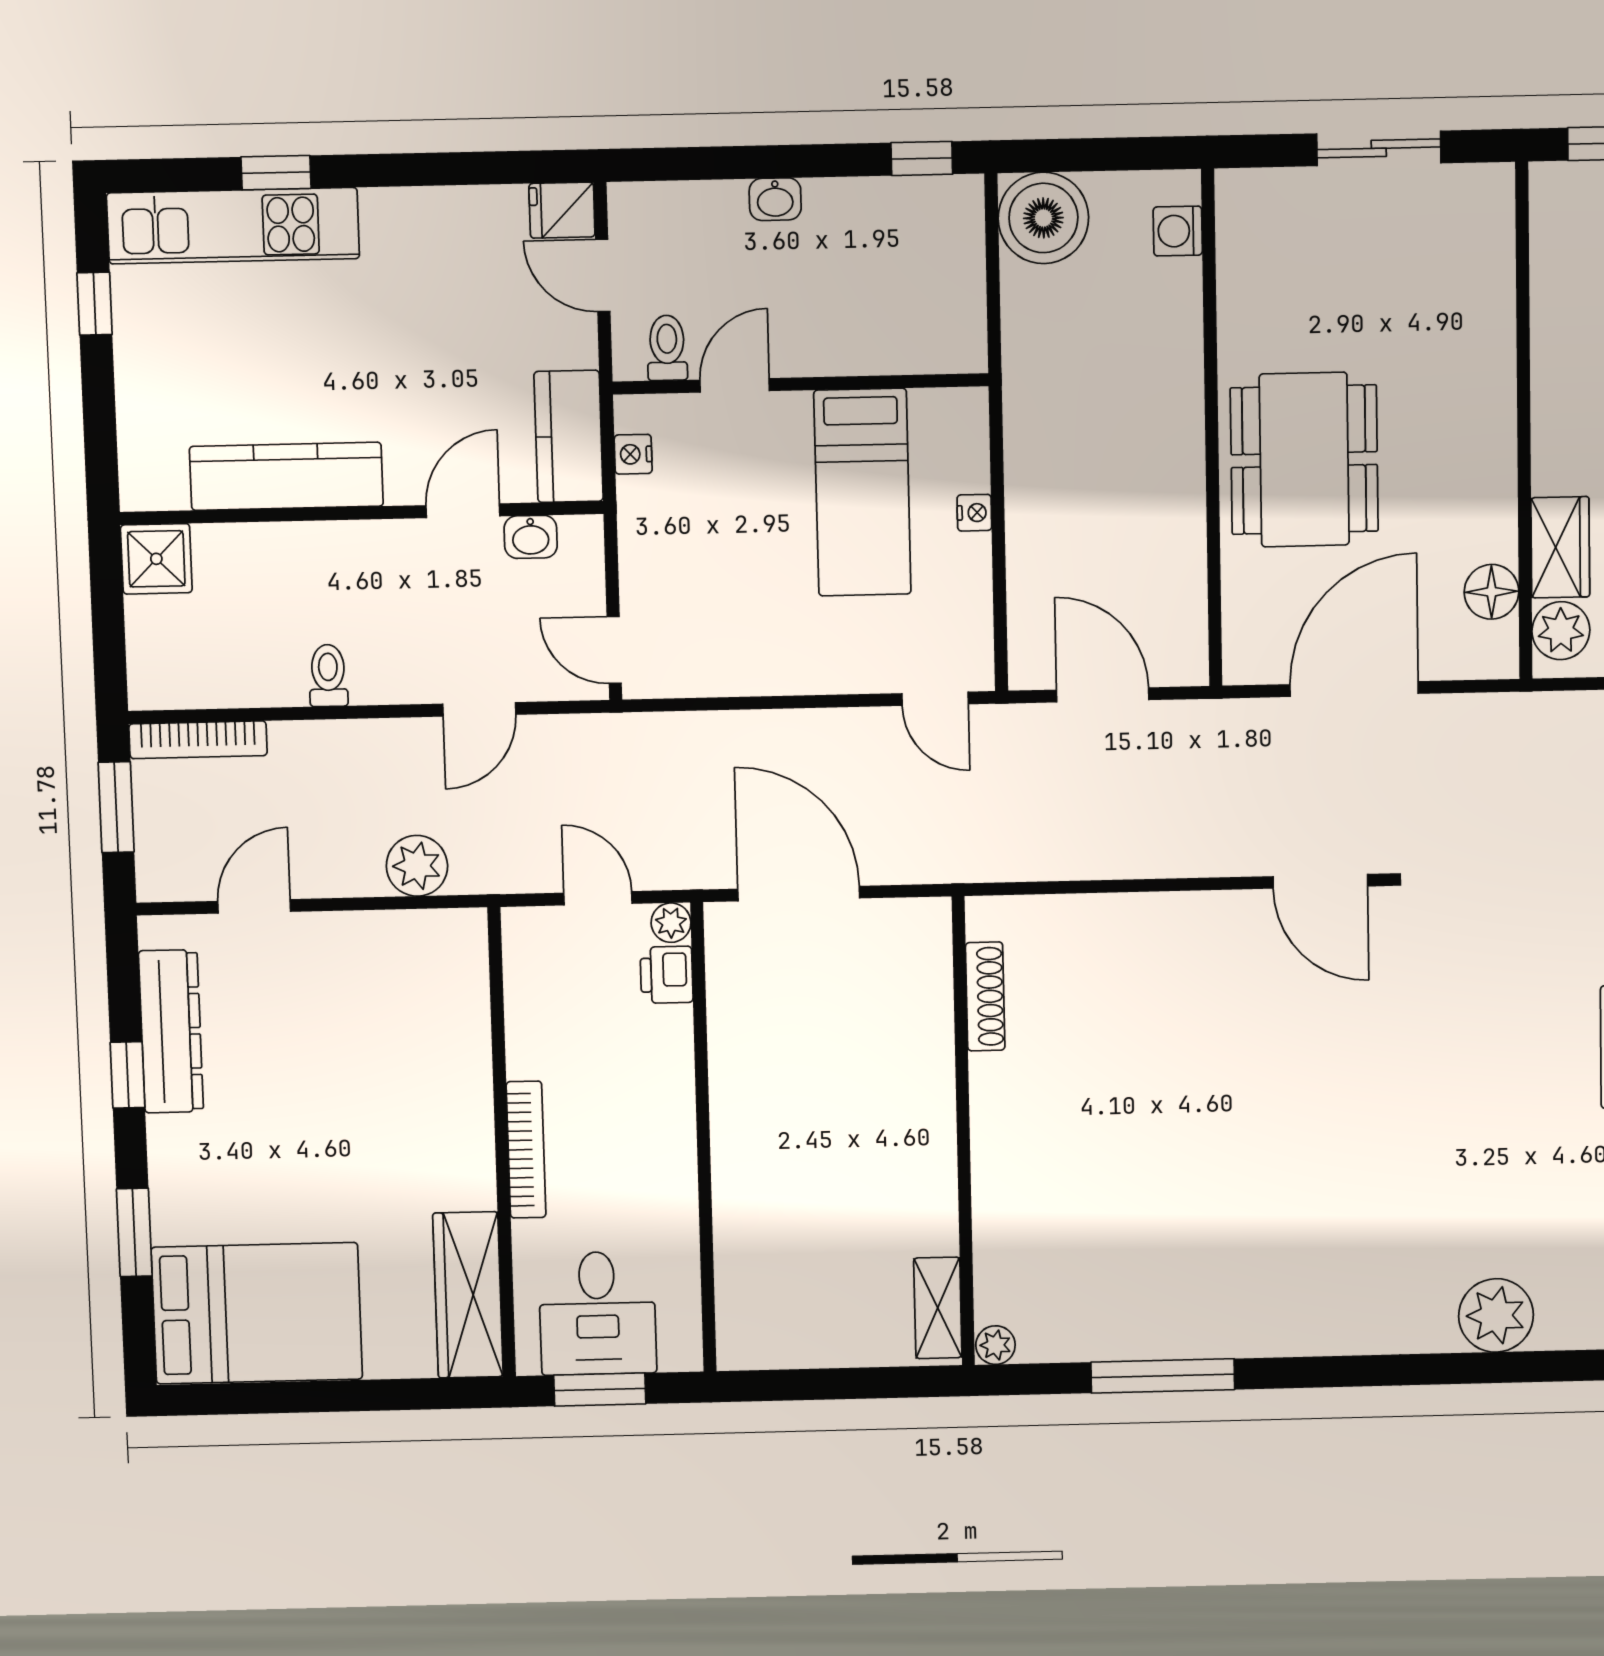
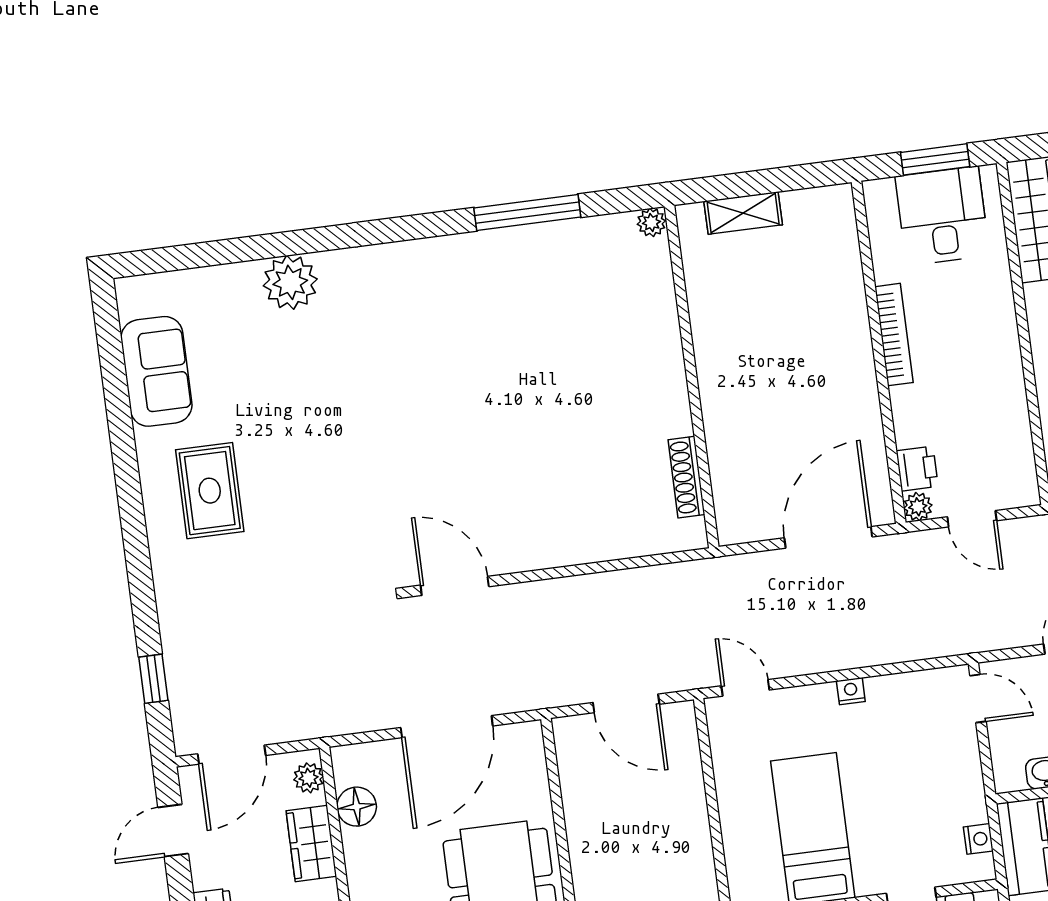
nightstand: (974, 513) -> (851, 691), moved, turned 90
plant: (1561, 631) -> (309, 778), width x0.73, depth x0.73
door: (799, 894) -> (828, 537), swing flipped
bookcase: (526, 1150) -> (894, 335), moved, turned 180
shelving: (938, 1308) -> (743, 213), moved, turned 90

